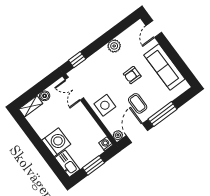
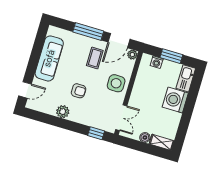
armchair: (132, 75) -> (79, 91), moved
washing machine: (106, 144) -> (157, 62), moved

